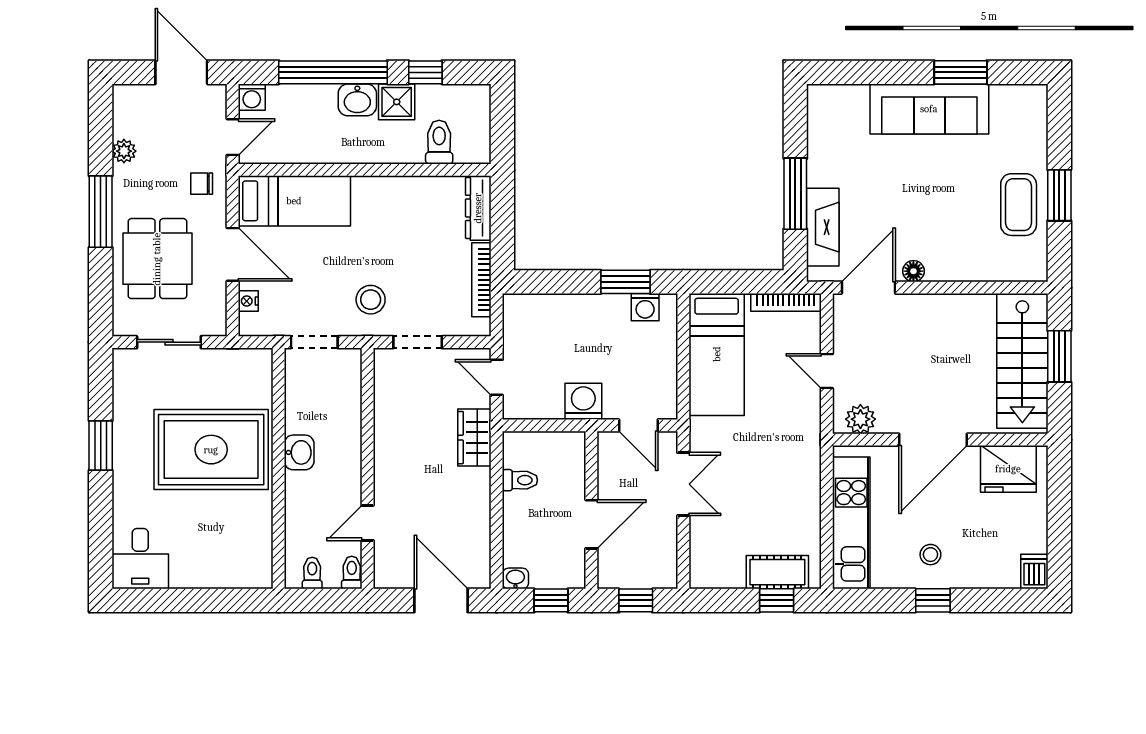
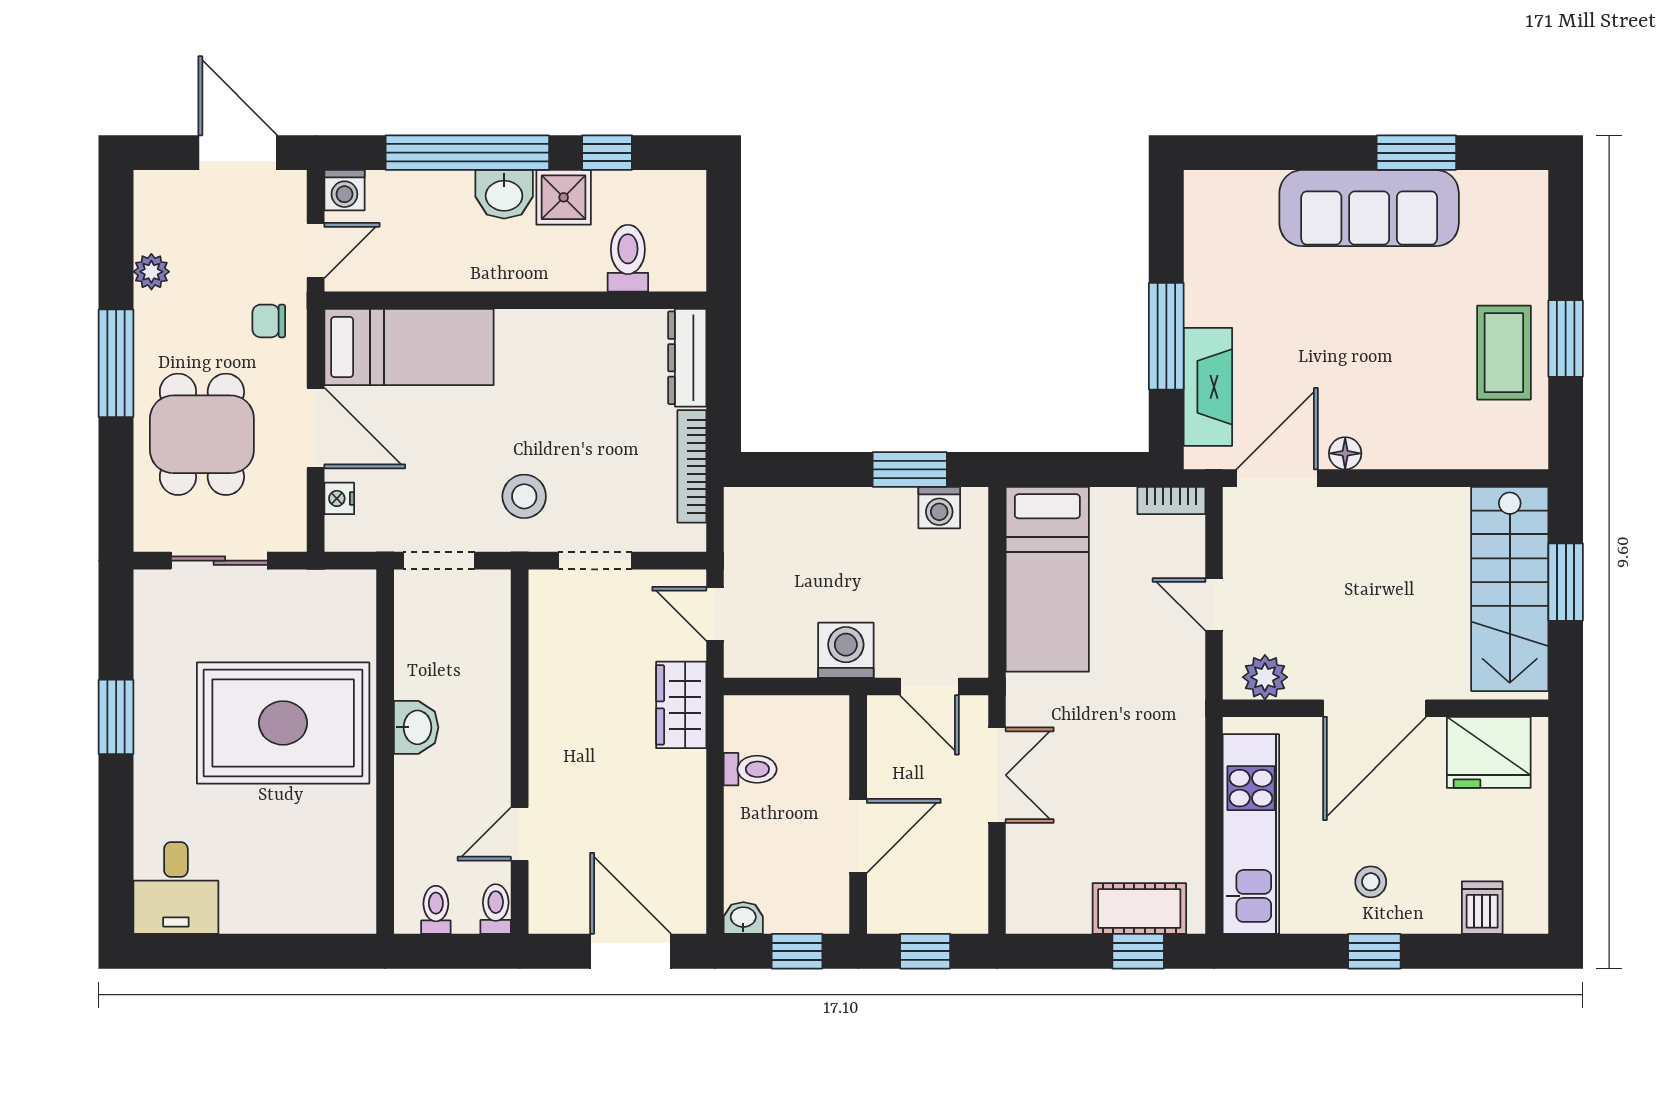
bookcase: (786, 302) -> (1171, 500), width x0.64
dishwasher: (1034, 572) -> (1482, 908), moved

